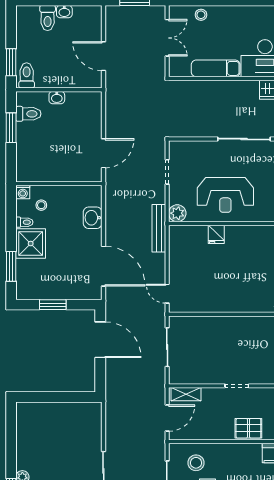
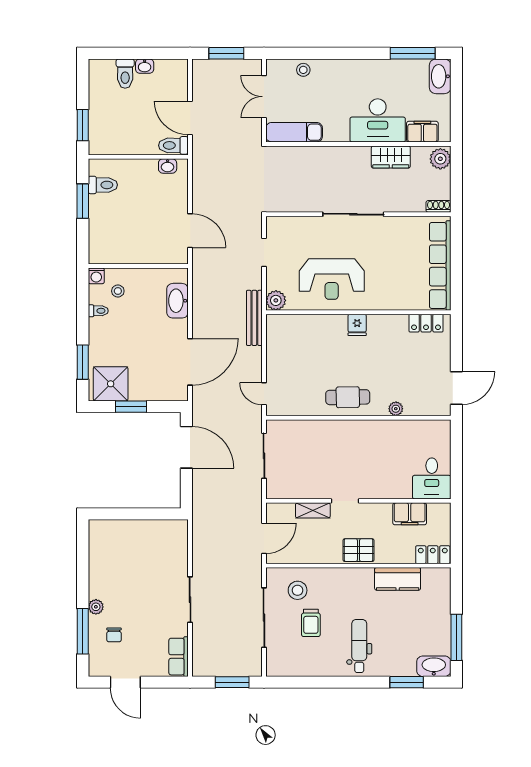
double door: (167, 38) -> (264, 97), swing flipped
exam couch: (216, 68) -> (294, 132), moved
toilet: (27, 75) -> (173, 145), moved, turned -90
washbasin: (57, 98) -> (168, 166), moved
door: (103, 153) -> (190, 231), hinge flipped
washbasin: (93, 218) -> (177, 301), width x1.38
fridge: (216, 234) -> (357, 325), moved
shower: (31, 244) -> (111, 384), moved
door: (103, 266) -> (190, 362), hinge flipped
cafe table: (239, 297) -> (348, 397), added
shelving: (186, 394) -> (313, 510), moved

